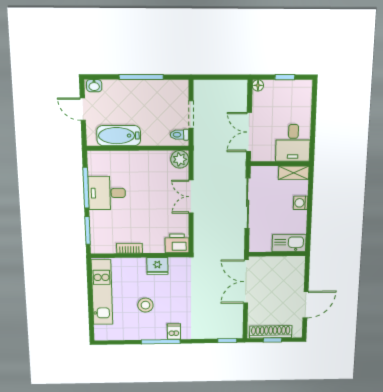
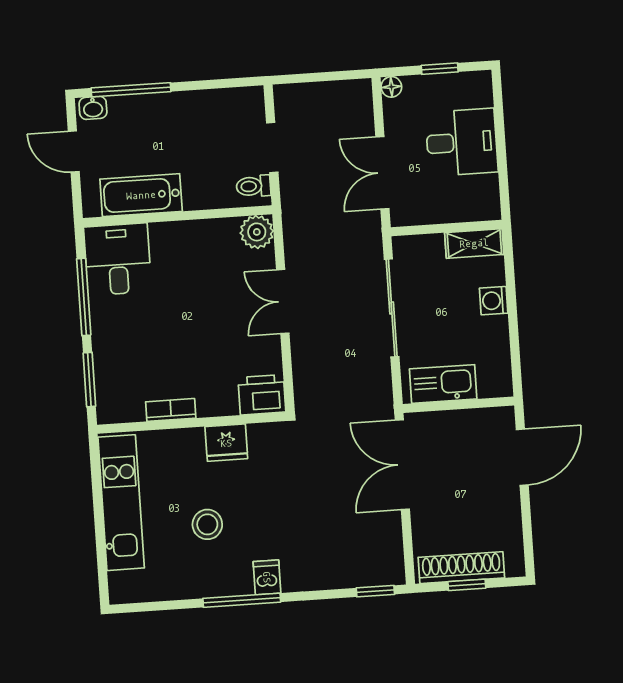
window: (141, 77) -> (131, 90), moved
desk: (293, 143) -> (462, 142), moved, turned -90
desk: (107, 193) -> (118, 259), moved, turned 90
kitchen sink: (289, 243) -> (443, 384), moved
door: (305, 305) -> (522, 457), moved

